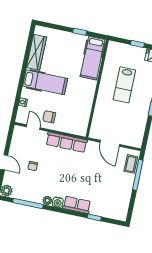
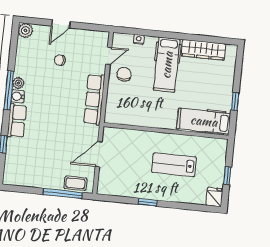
window: (28, 203) -> (9, 90), moved

